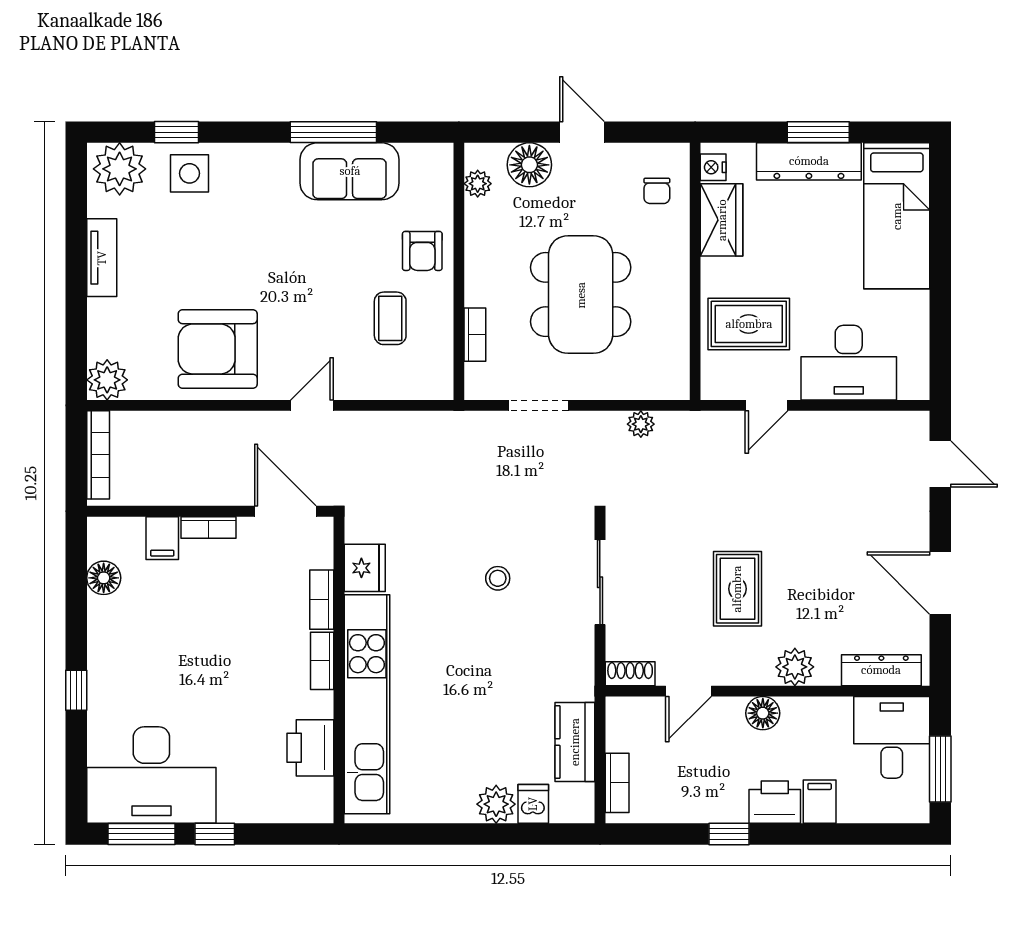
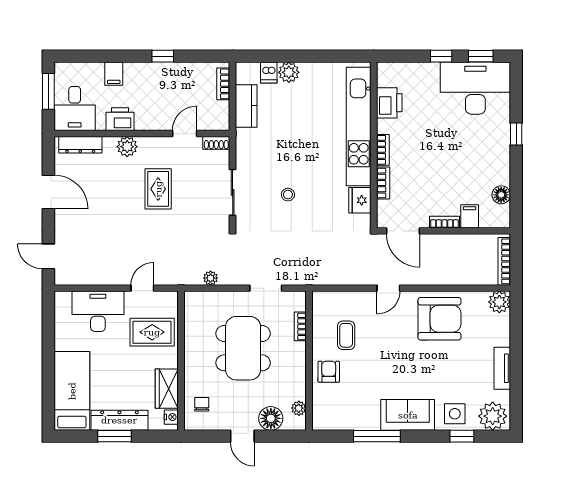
sofa: (350, 171) -> (408, 415), moved
floor lamp: (763, 713) -> (144, 122), removed
printer: (775, 802) -> (120, 119), moved, turned 180
window: (141, 834) -> (481, 56), width x0.67

